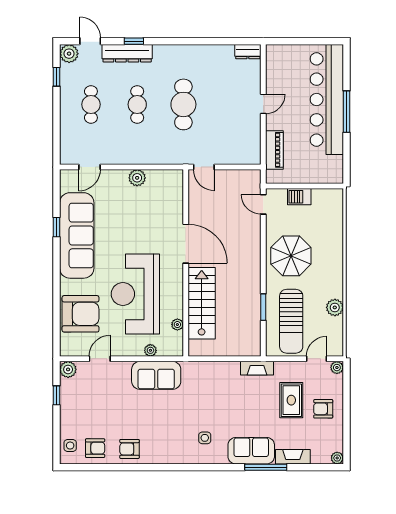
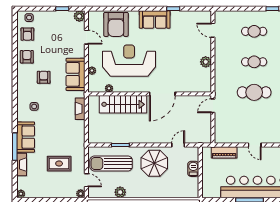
door: (263, 204) -> (178, 145), moved
sofa: (77, 235) -> (155, 20), width x0.54, depth x0.79
fireplace: (257, 368) -> (80, 109), moved
armchair: (323, 409) -> (44, 77), moved

